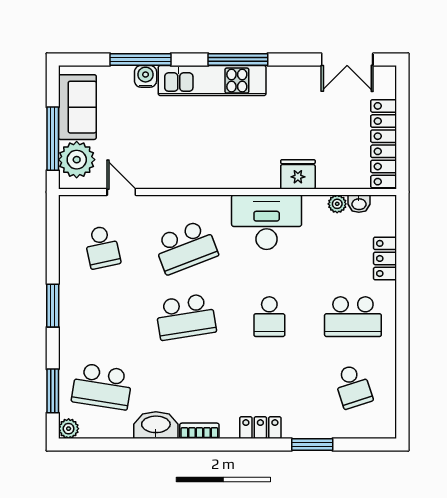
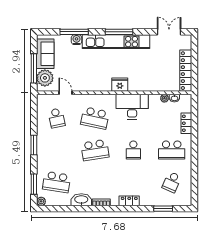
double door: (347, 59) -> (169, 32), swing flipped
kitchen unit: (212, 81) -> (116, 42), width x1.36
fridge: (298, 174) -> (120, 85), moved
school desk: (186, 247) -> (95, 118), turned 33
school desk: (353, 386) -> (172, 182), turned 42
window: (312, 445) -> (163, 209), moved

